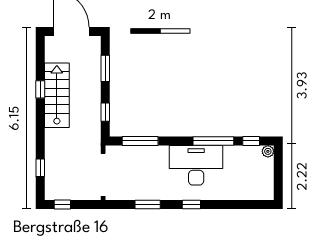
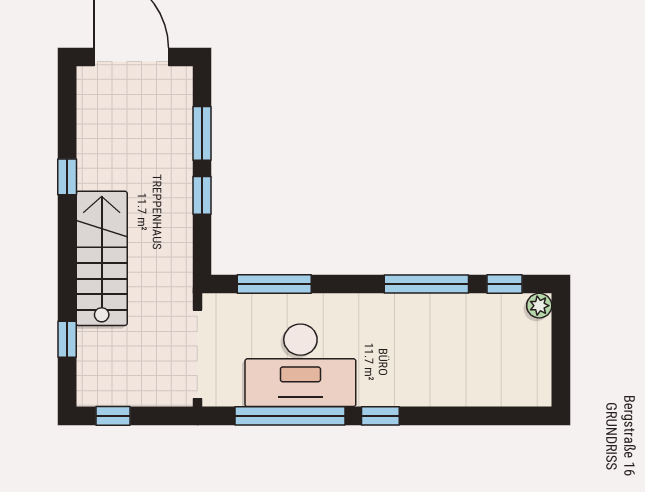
stairs: (57, 95) -> (102, 258), moved
window: (105, 112) -> (202, 195), moved
desk: (196, 165) -> (300, 365), moved, turned 180
window: (148, 205) -> (290, 416), width x2.11

